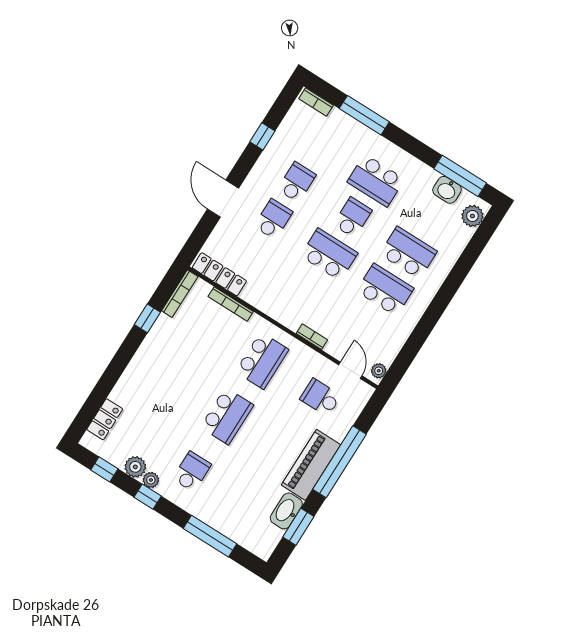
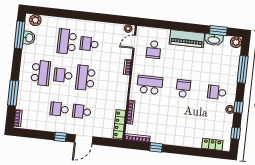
window: (262, 136) -> (60, 137), moved
school desk: (385, 290) -> (89, 44), width x0.54
school desk: (227, 416) -> (183, 89), width x0.54
window: (340, 462) -> (179, 26), removed
plant: (135, 467) -> (236, 42), moved

